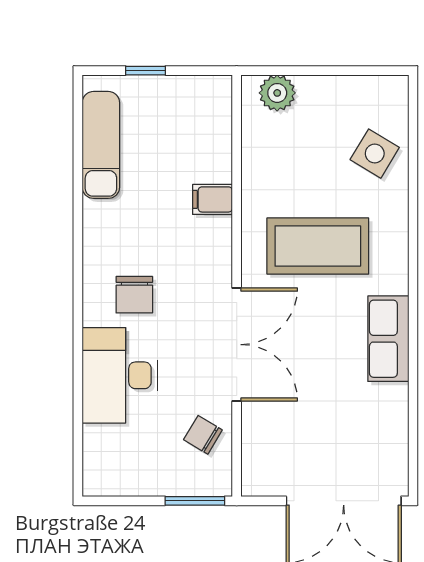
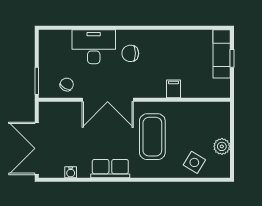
plant: (277, 93) -> (222, 146), moved
exam couch: (101, 145) -> (222, 54), moved, turned 90
water cooler: (396, 426) -> (71, 172), added

